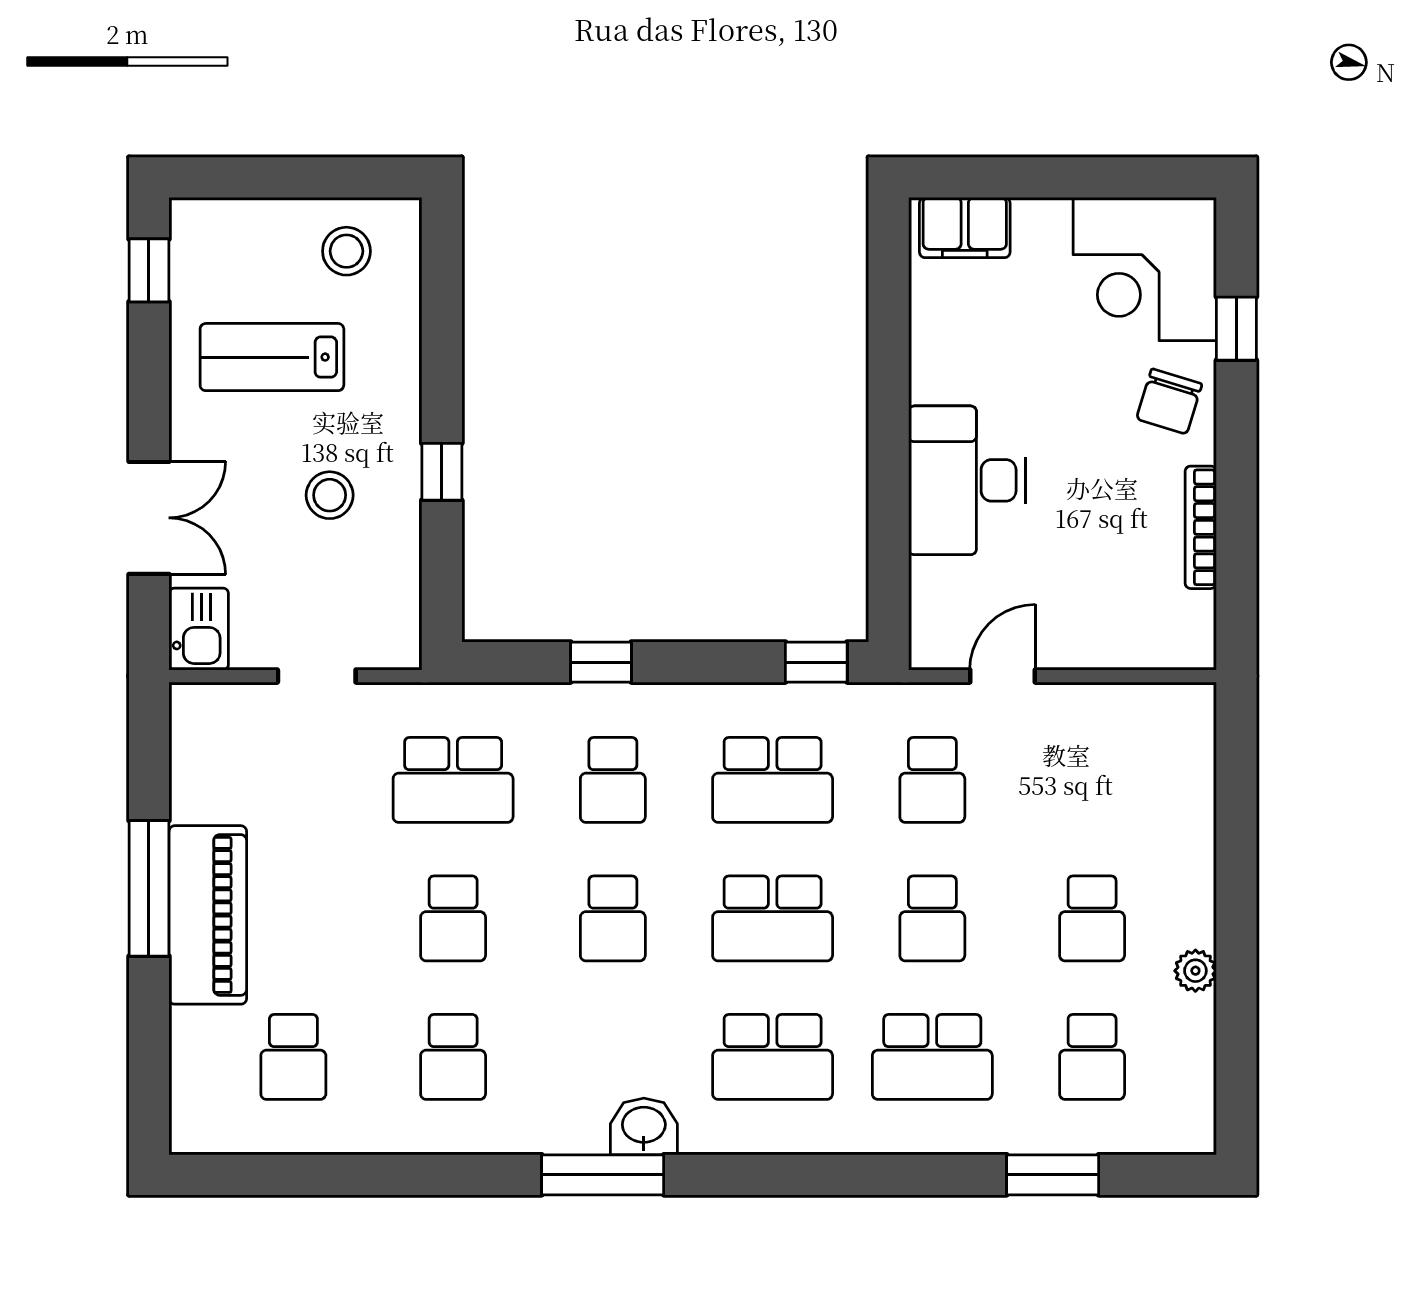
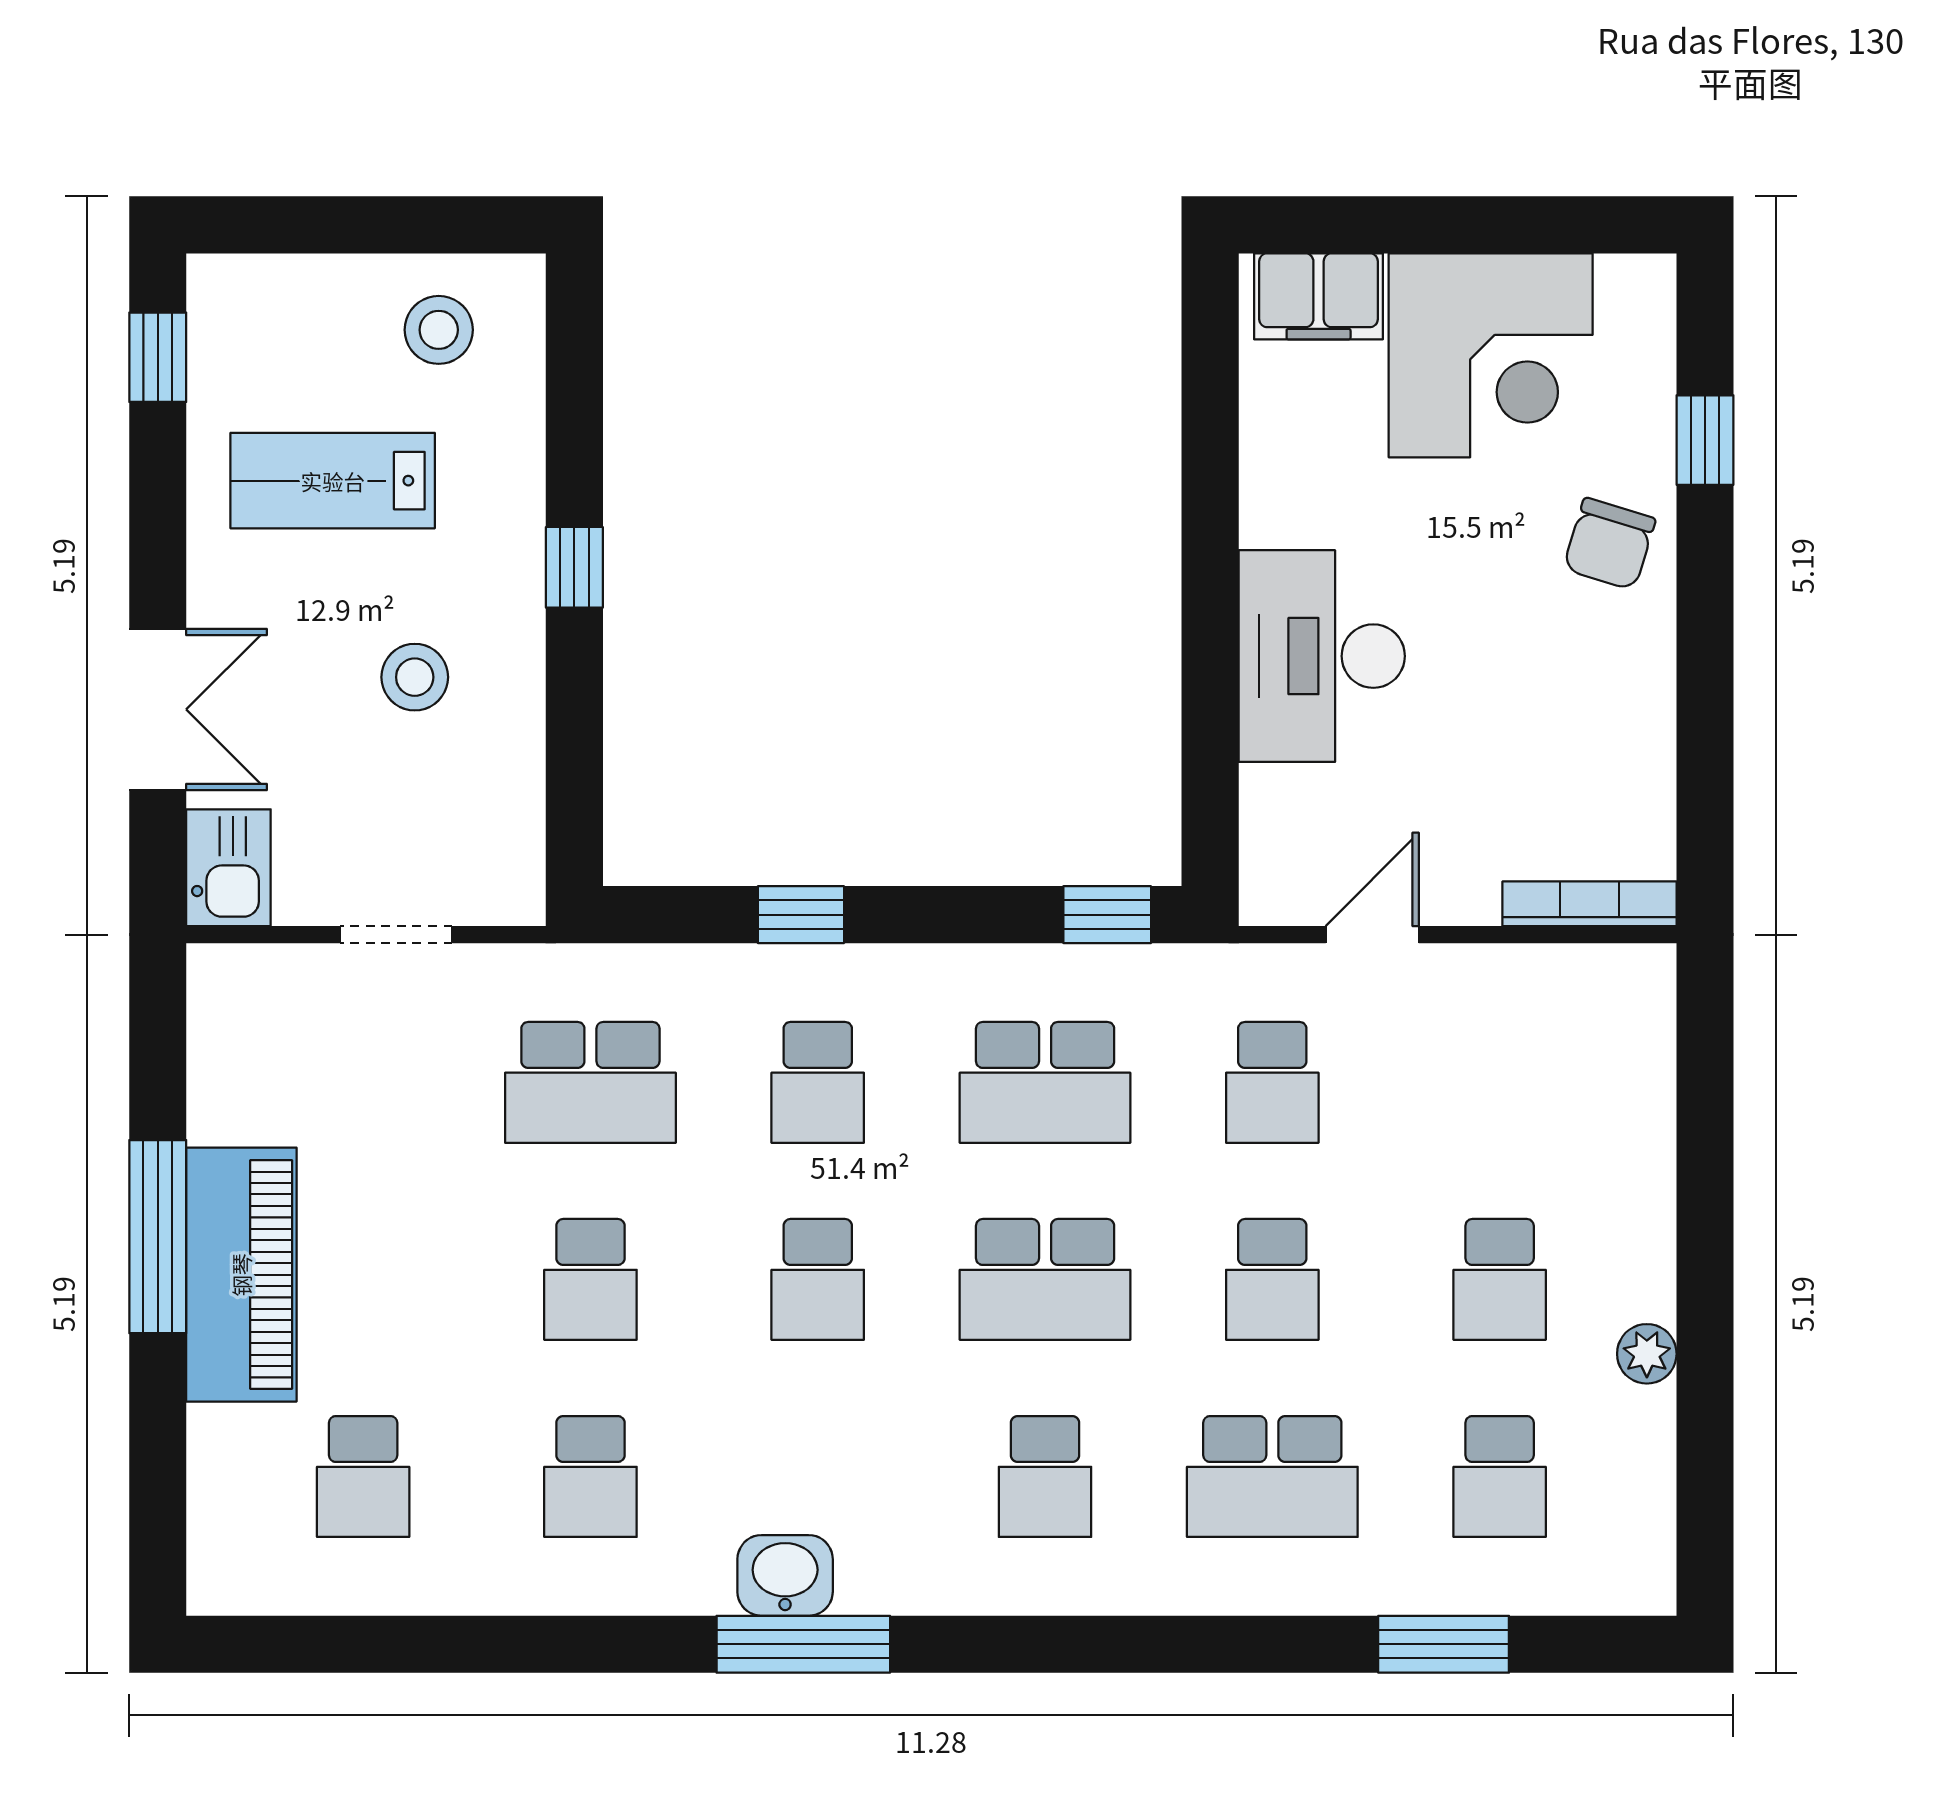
corner desk: (1145, 269) -> (1491, 355), moved, turned -90
window: (442, 472) -> (574, 567), moved
bookcase: (1201, 527) -> (1589, 904), moved, turned 90
school desk: (773, 1057) -> (1045, 1477), width x0.54
washbasin: (644, 1126) -> (785, 1575), moved

